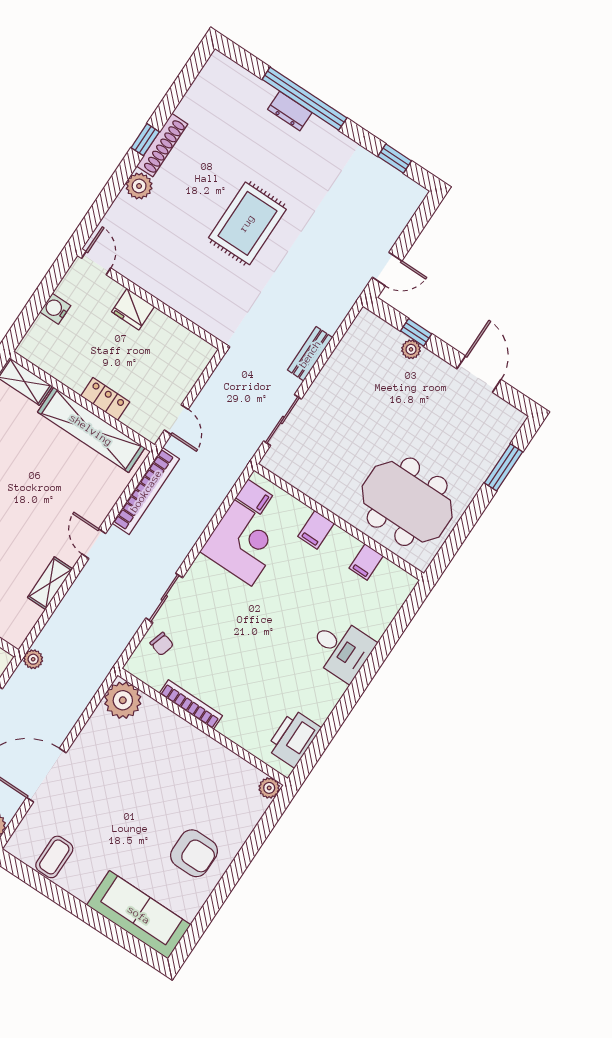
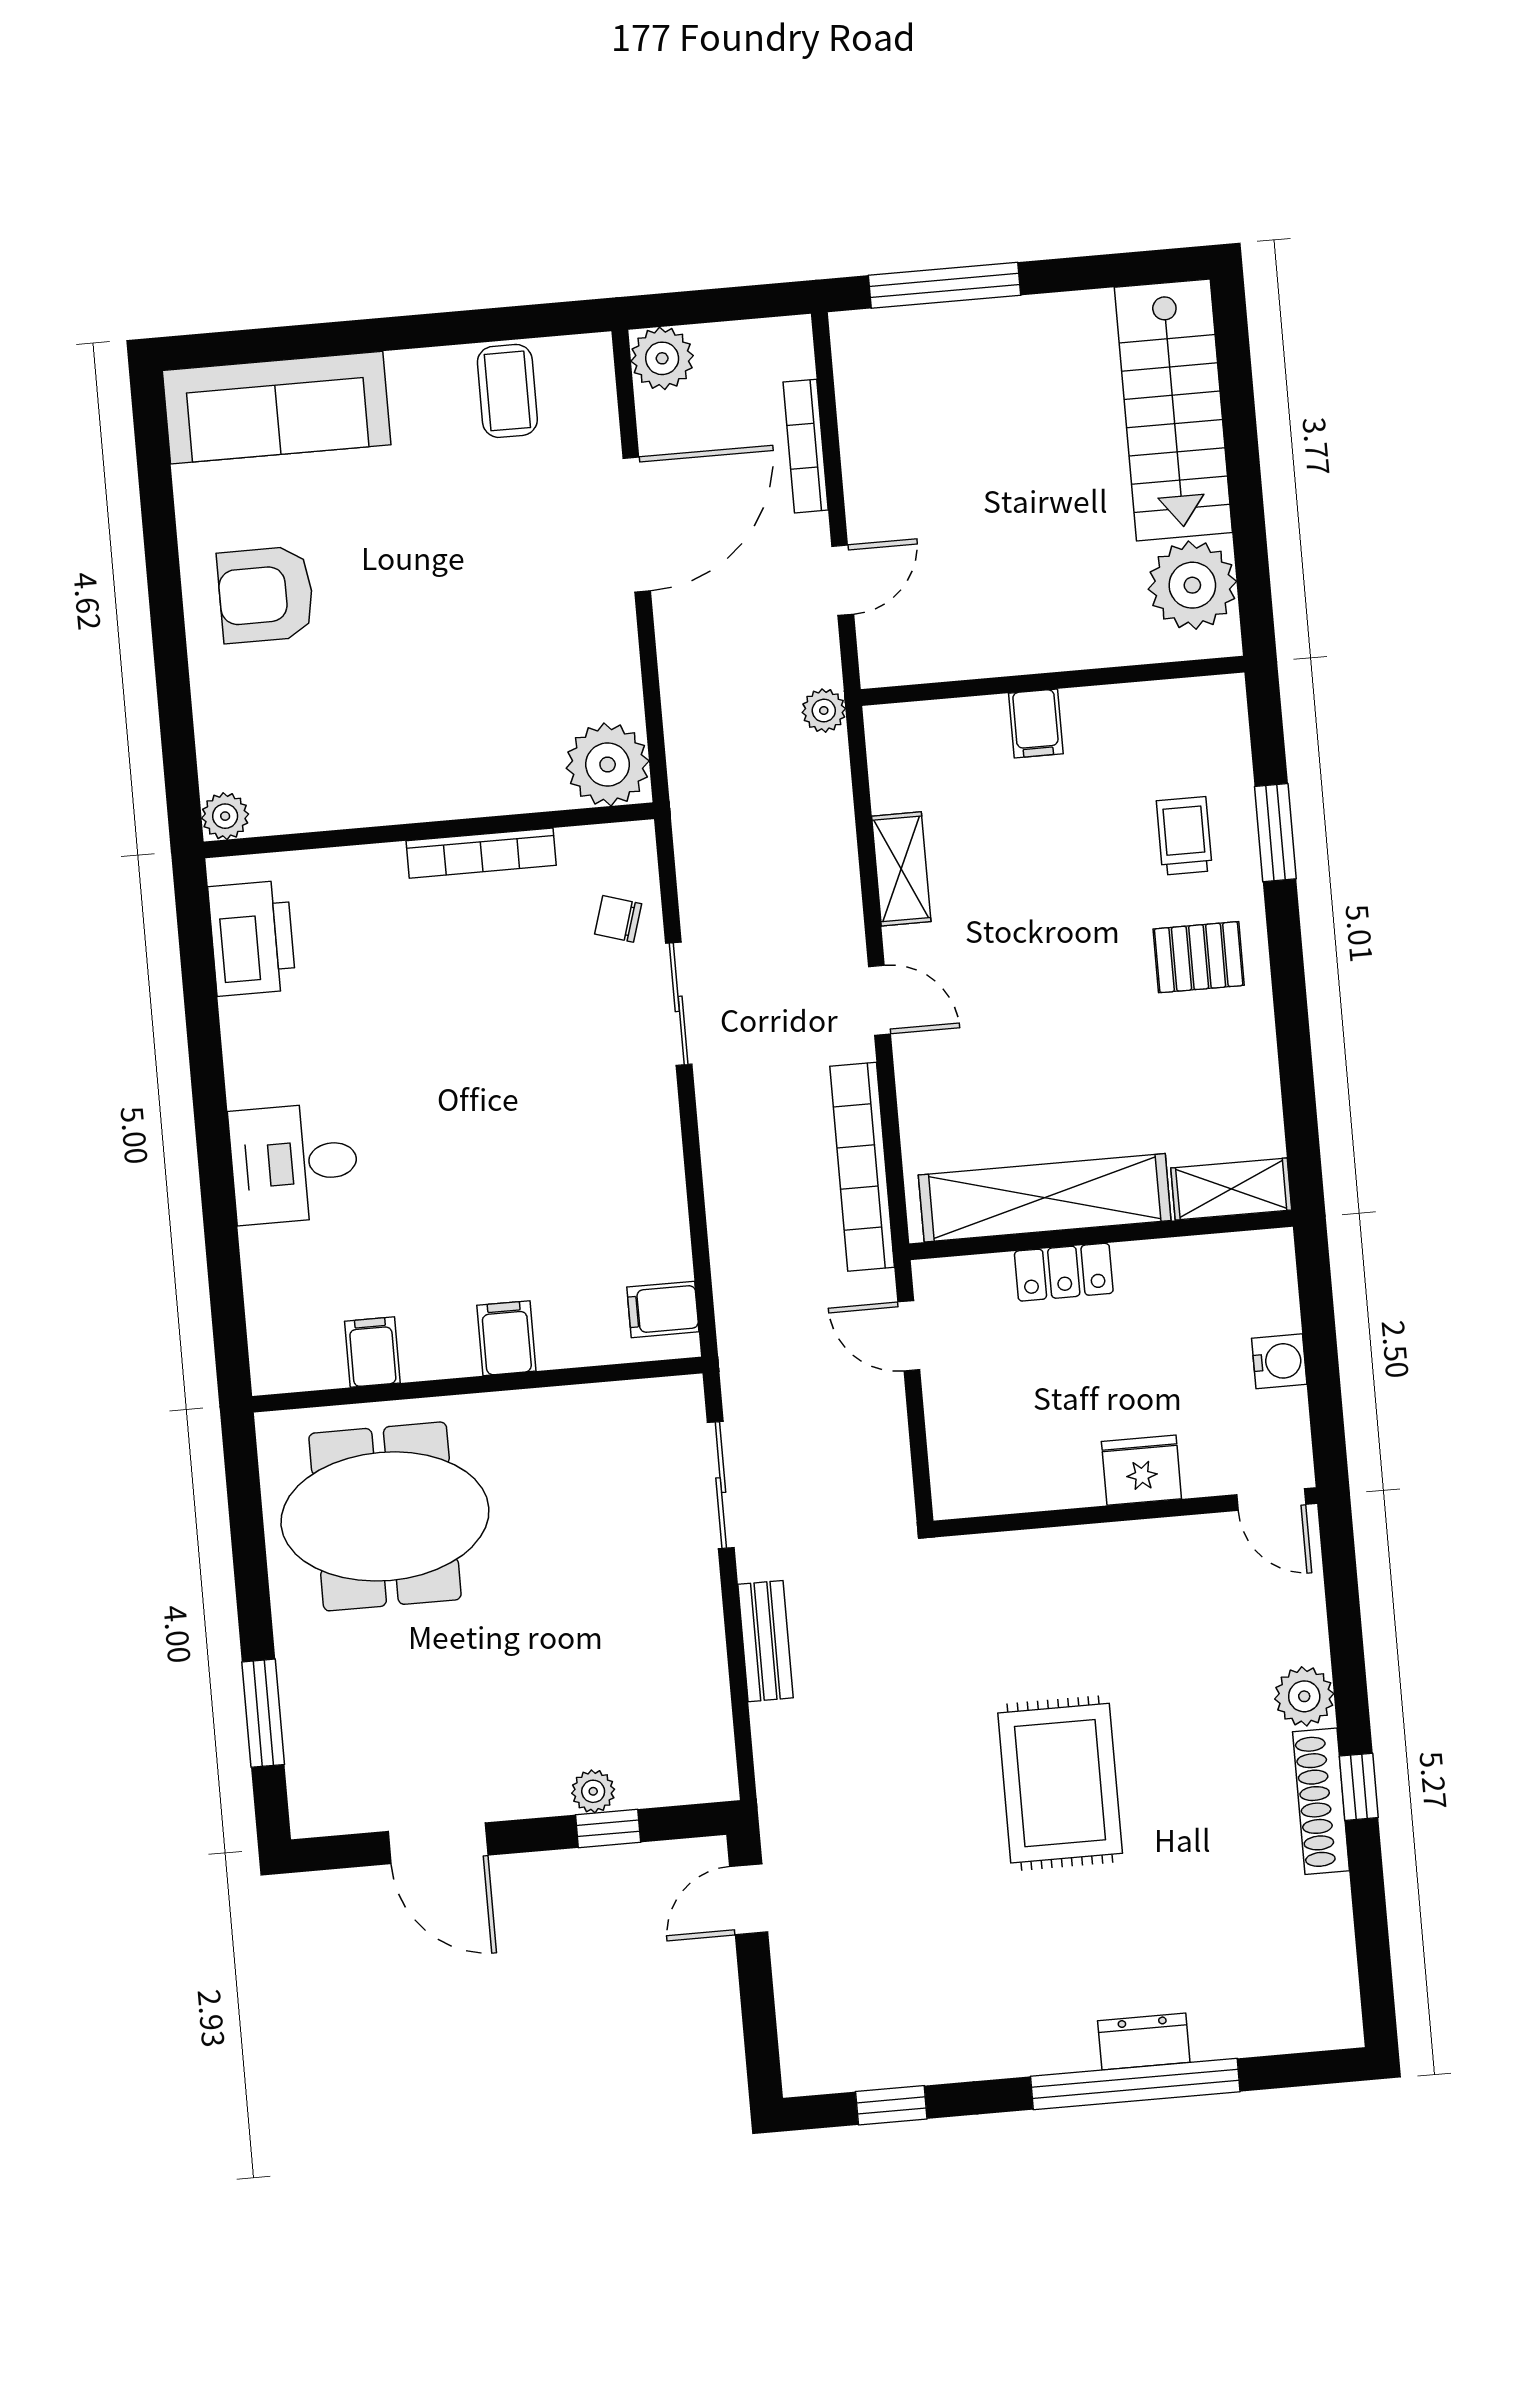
corner desk: (243, 543) -> (617, 1212), removed

